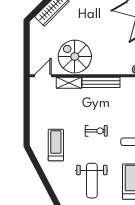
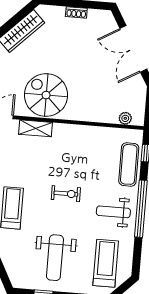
bench: (101, 82) -> (77, 131), removed

